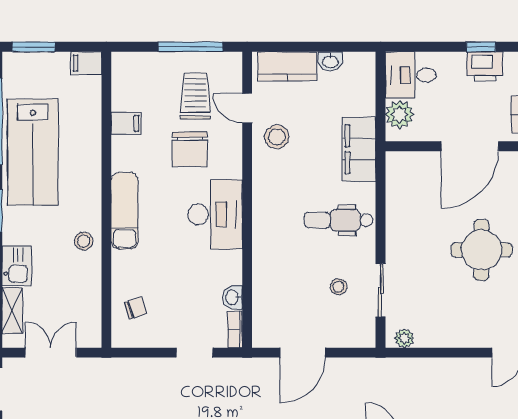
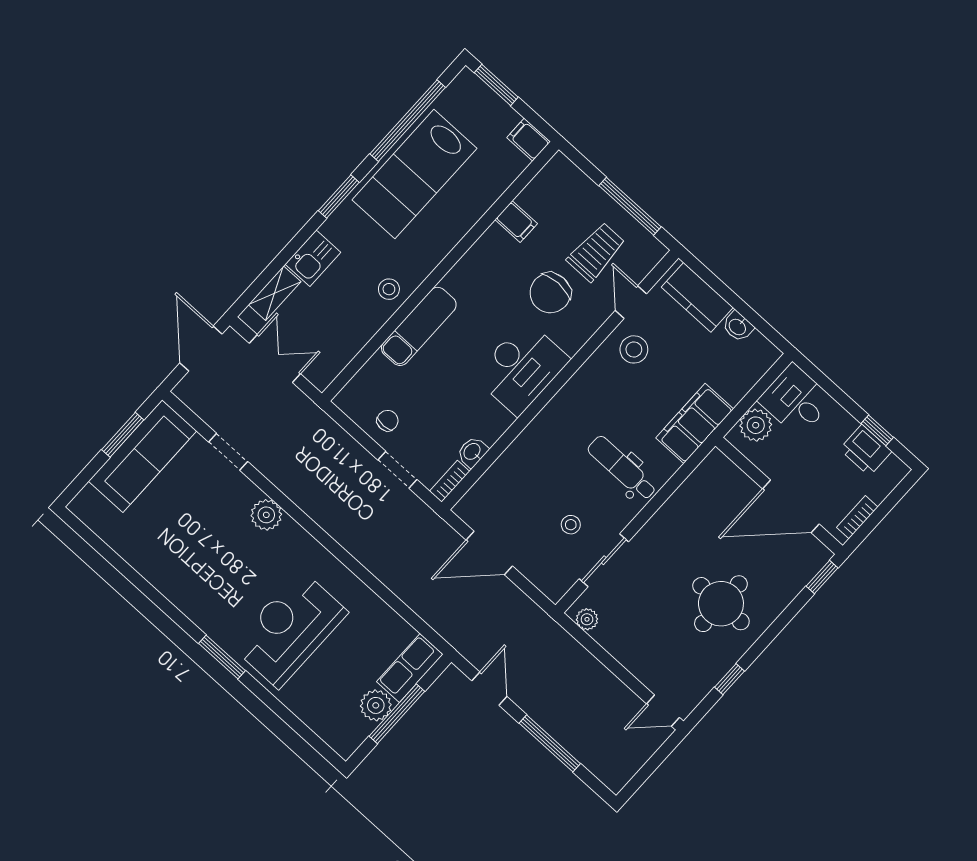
exam couch: (125, 211) -> (419, 326), moved
chair: (136, 308) -> (388, 421), moved, turned -72

